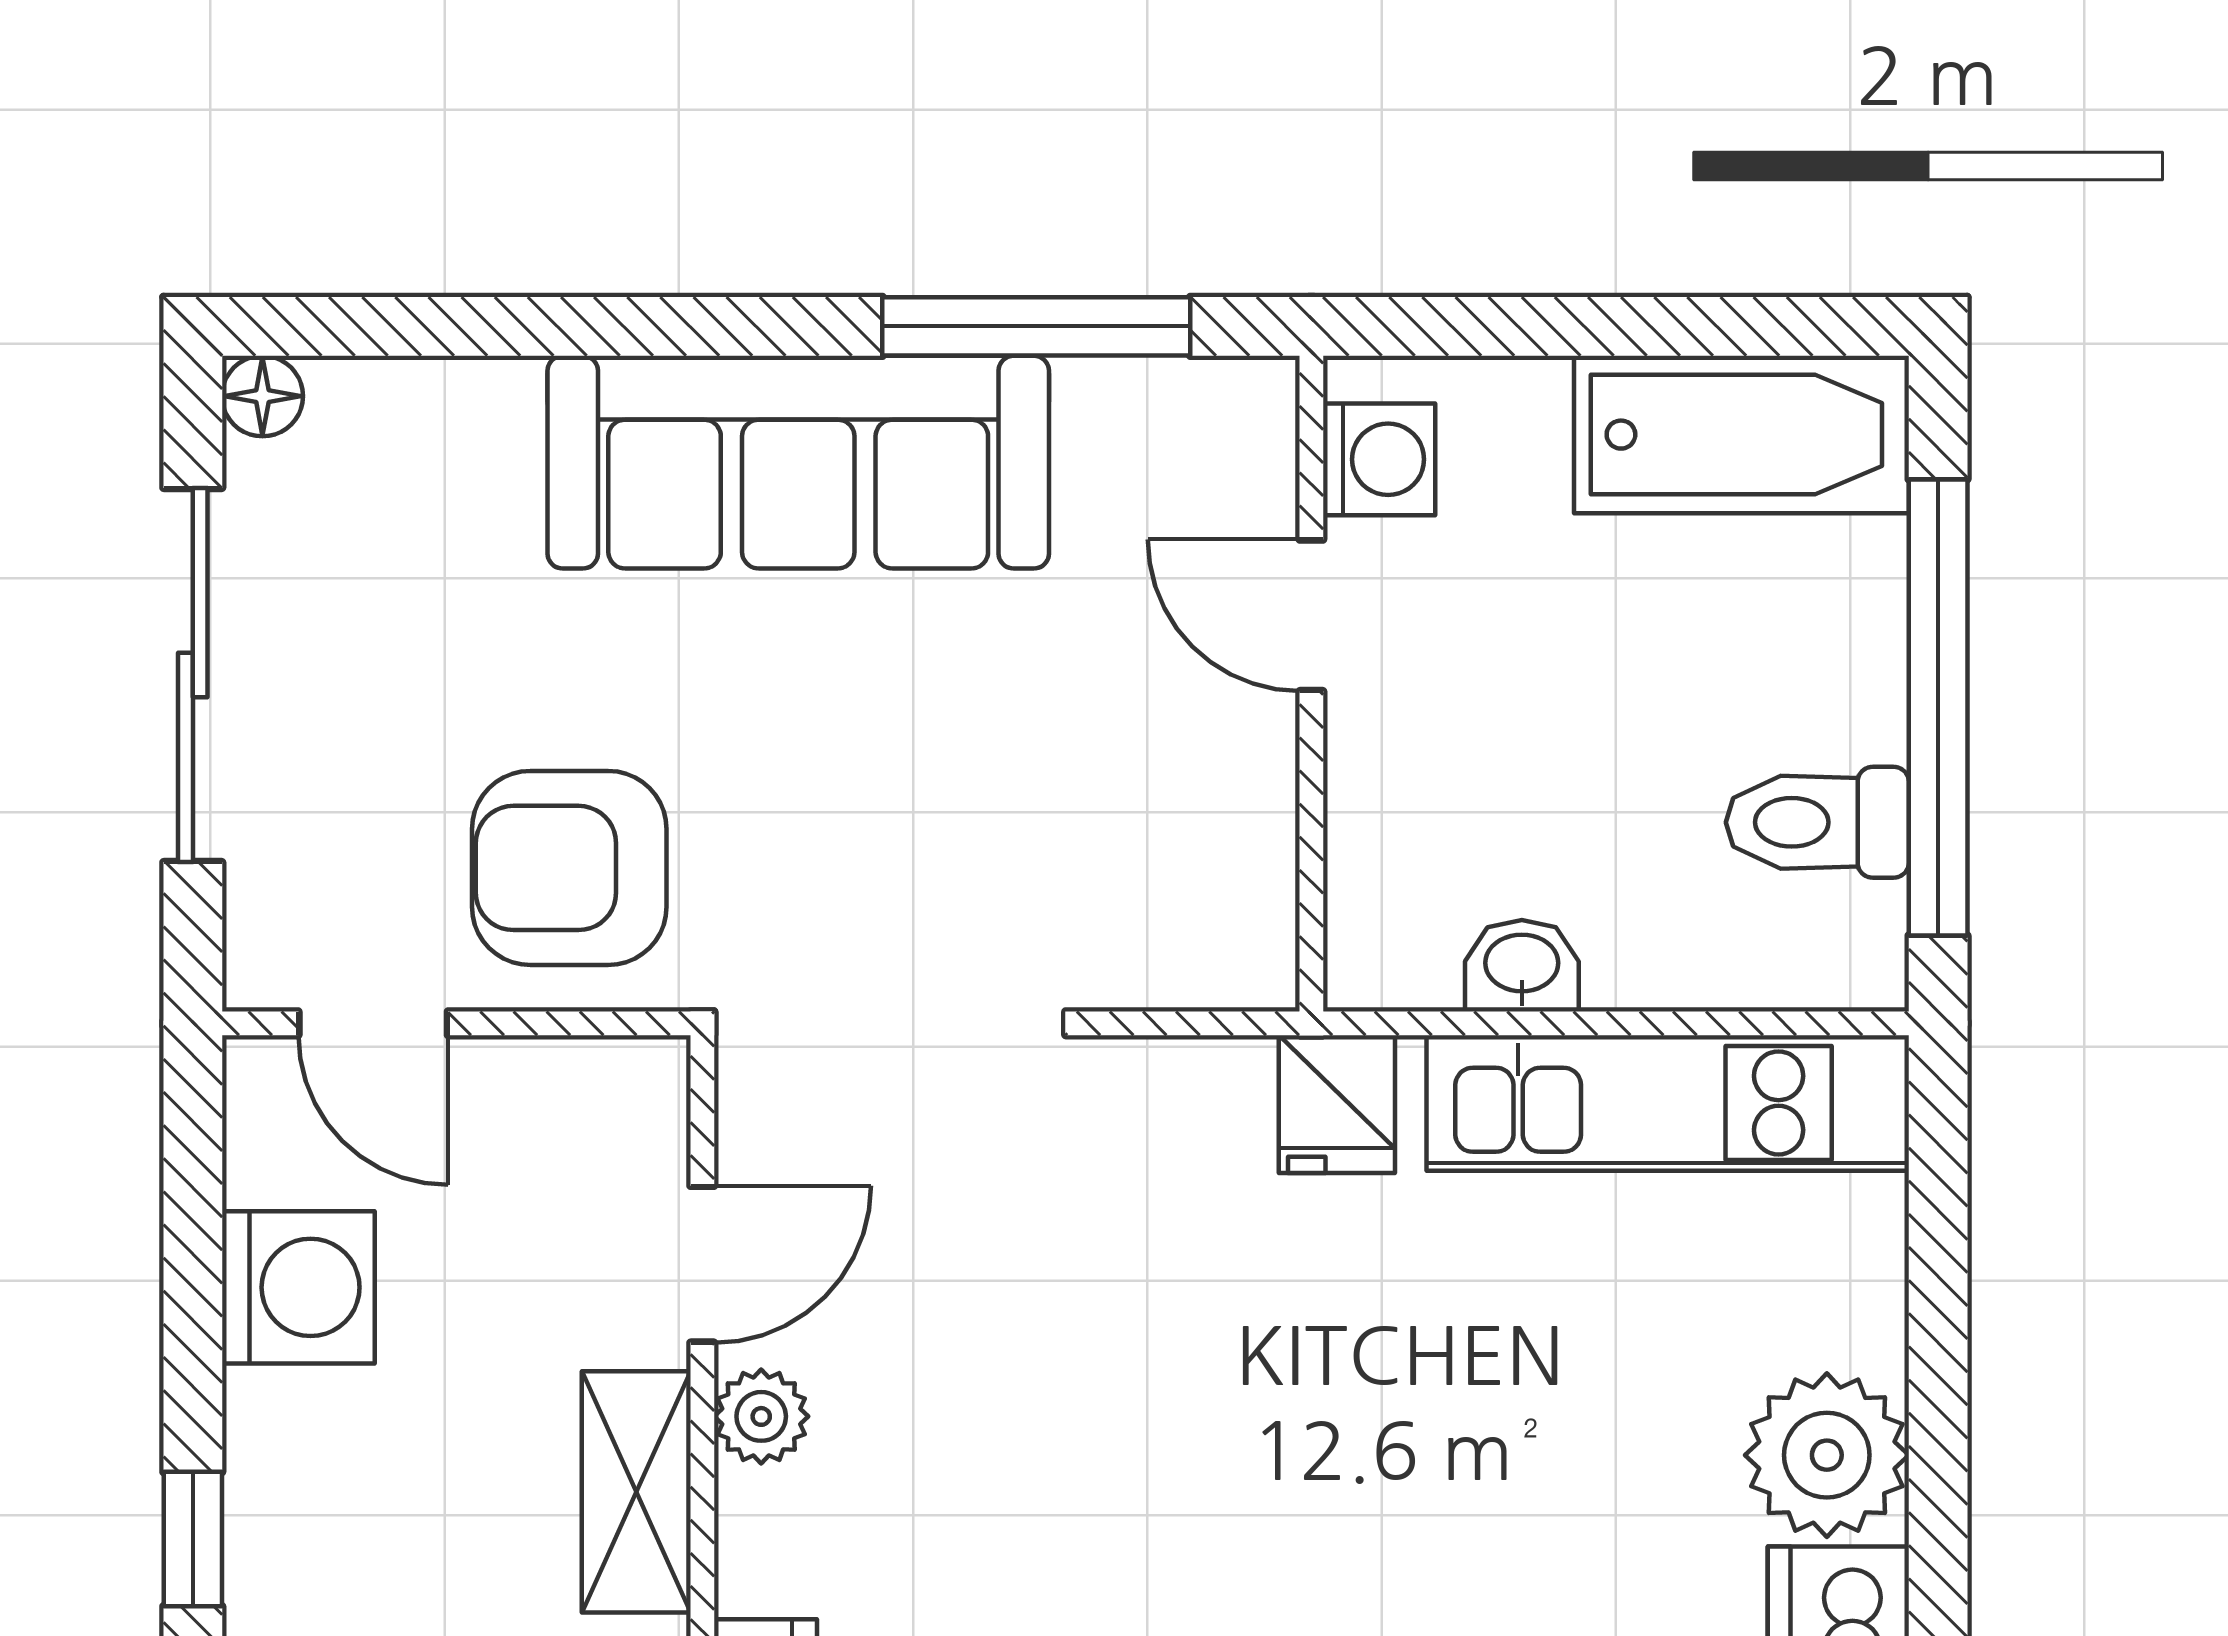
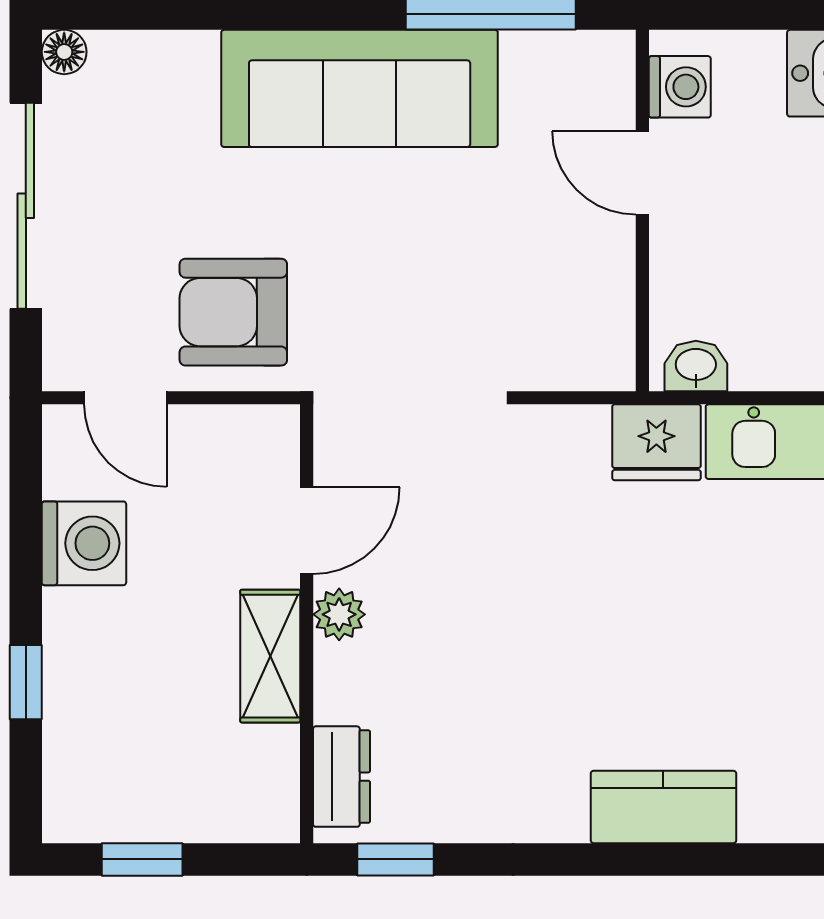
washbasin: (1522, 966) -> (696, 366), moved
fridge: (1337, 1104) -> (656, 442), width x1.38

